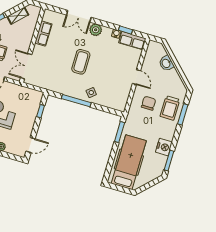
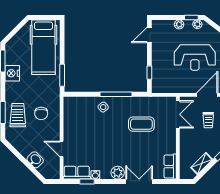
row of seats: (43, 33) -> (170, 167), moved
coffee table: (81, 62) -> (141, 124), moved, turned 90
door: (136, 77) -> (62, 149), moved

